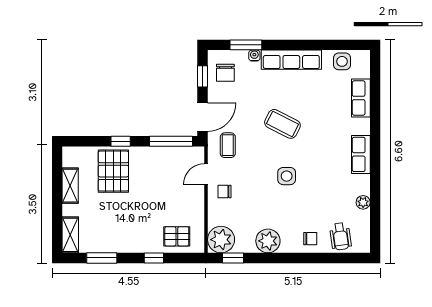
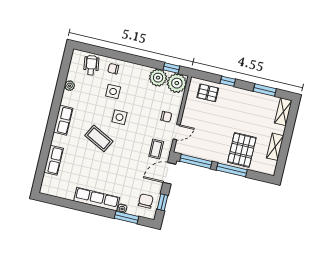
side table: (342, 61) -> (113, 92), moved
coffee table: (282, 124) -> (99, 138), moved
window: (121, 141) -> (232, 170), width x2.17
plant: (268, 241) -> (158, 78), moved

